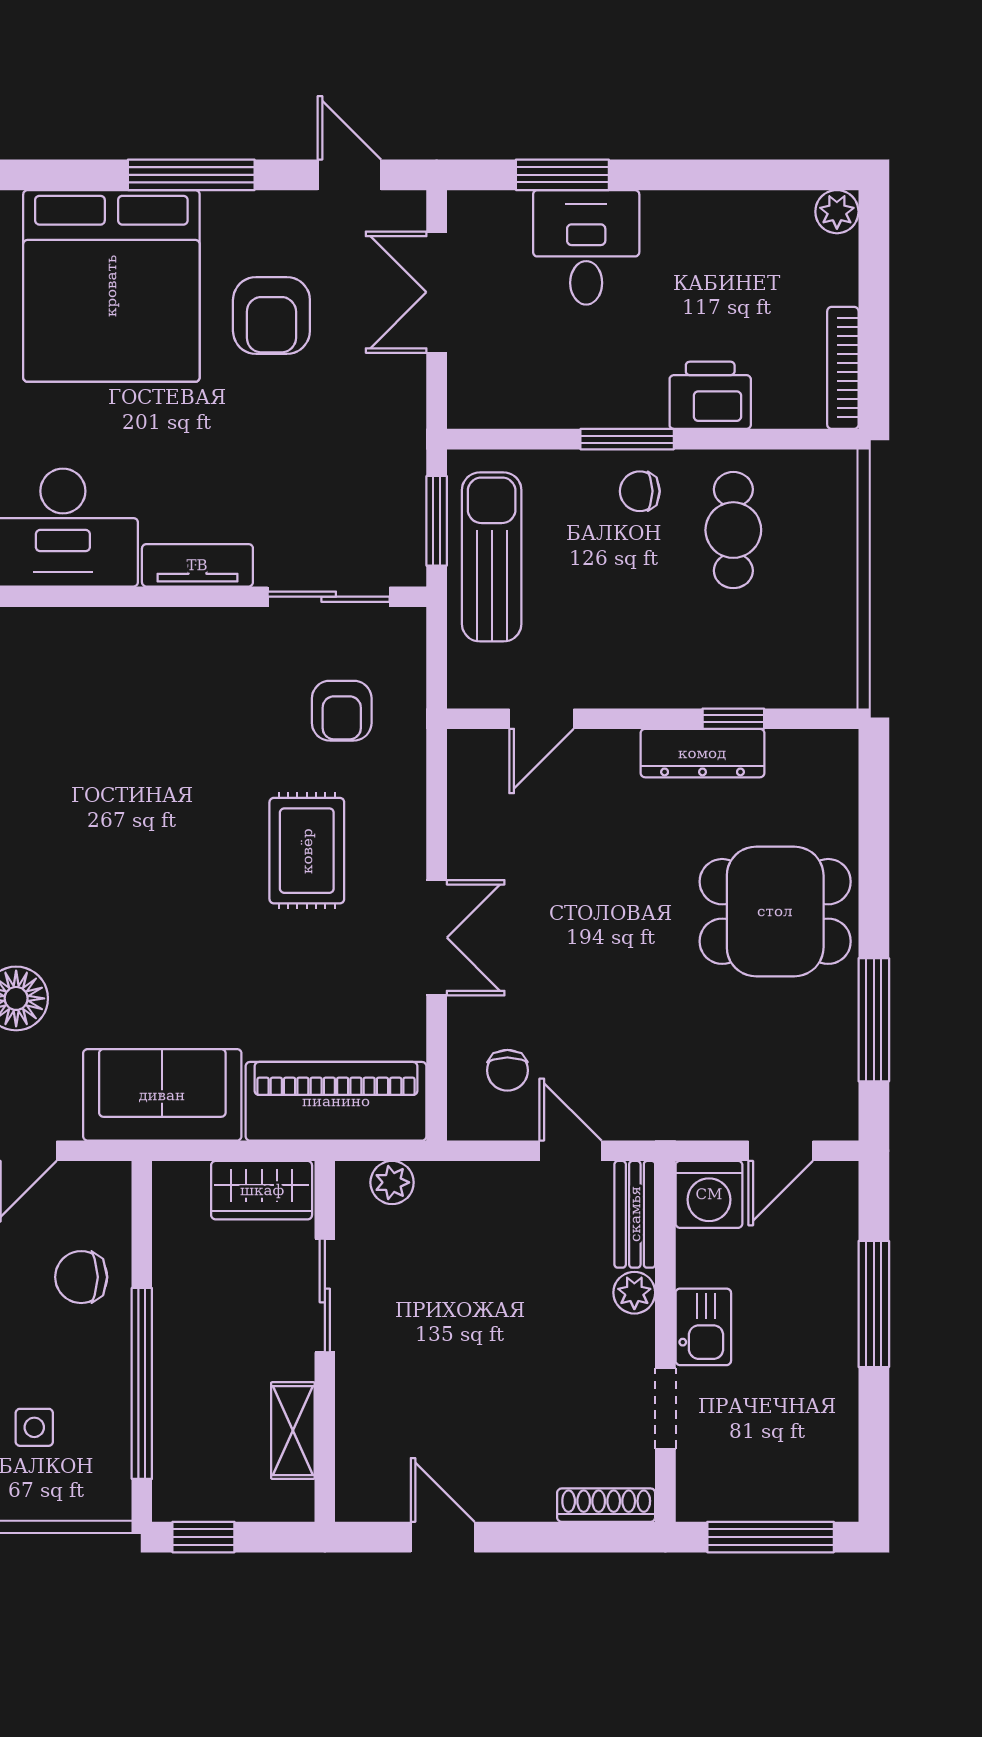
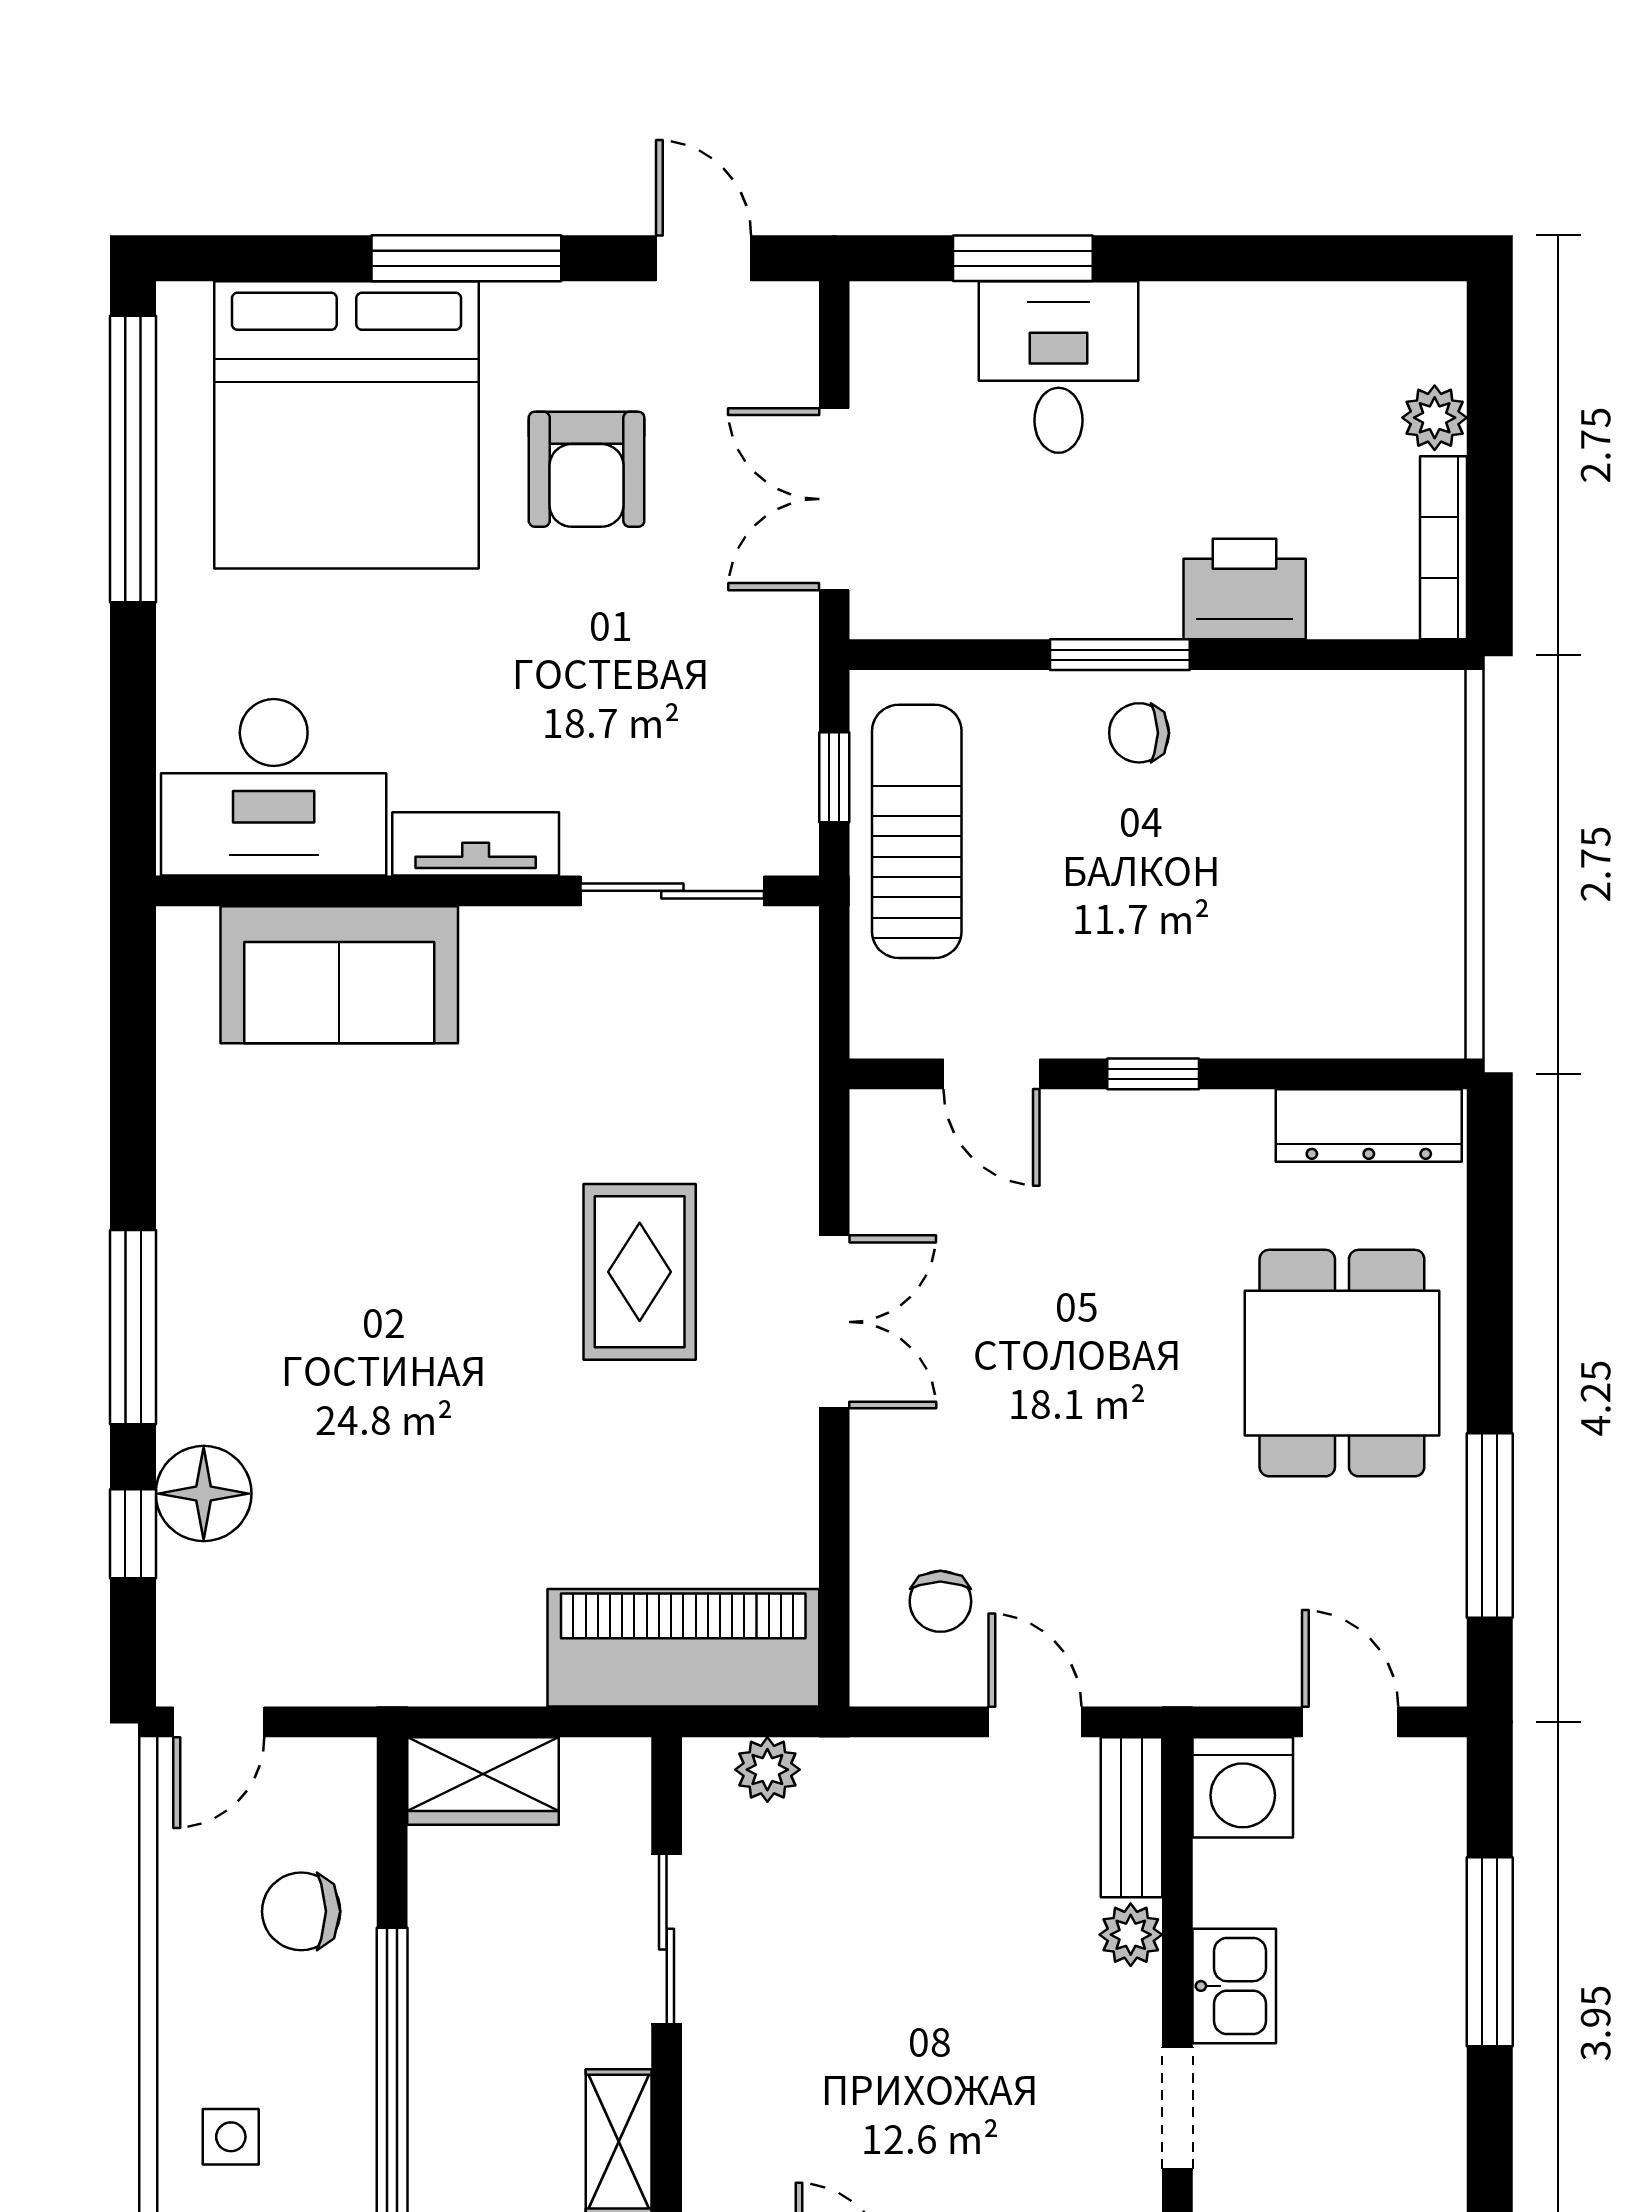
plant: (837, 212) -> (1435, 418), moved
double door: (437, 292) -> (834, 499), moved
window: (437, 521) -> (834, 777), width x0.67
cafe table: (733, 530) -> (1279, 791), removed
armchair: (342, 711) -> (692, 1062), removed
door: (541, 719) -> (992, 1074), hinge flipped
window: (733, 719) -> (1153, 1074), moved
dresser: (702, 753) -> (1369, 1126), moved
dining table: (775, 911) -> (1342, 1363), turned 90
double door: (437, 938) -> (834, 1322), moved
sofa: (162, 1095) -> (339, 975), moved, turned 180
door: (781, 1151) -> (1350, 1722), swing flipped
wardrobe: (262, 1190) -> (483, 1781), moved

